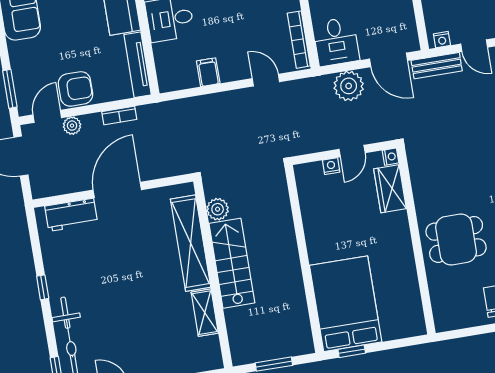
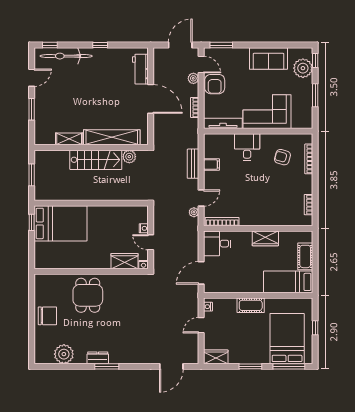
bench: (437, 66) -> (193, 164), moved
plant: (349, 86) -> (194, 212), moved, width x0.53, depth x0.53

